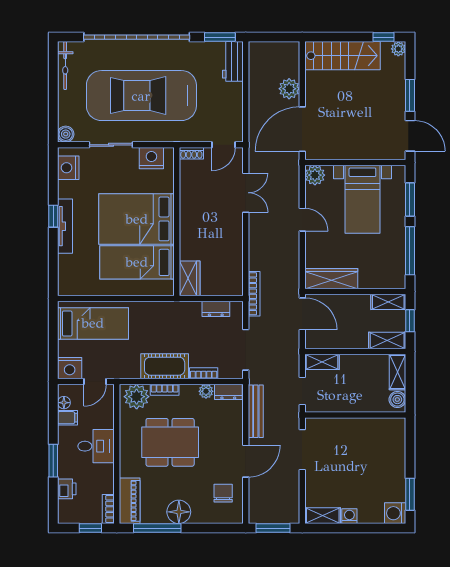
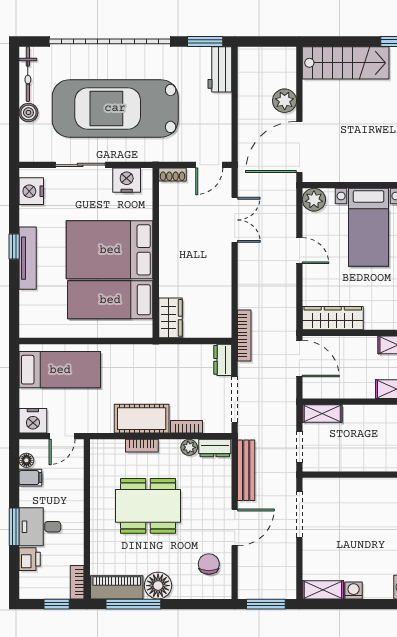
boiler: (66, 134) -> (28, 113), moved
dresser: (216, 309) -> (223, 360), moved, turned 90
plant: (137, 397) -> (110, 454), removed
desk: (96, 446) -> (40, 527), moved, turned 180
piano: (130, 501) -> (117, 587), moved, turned -90

